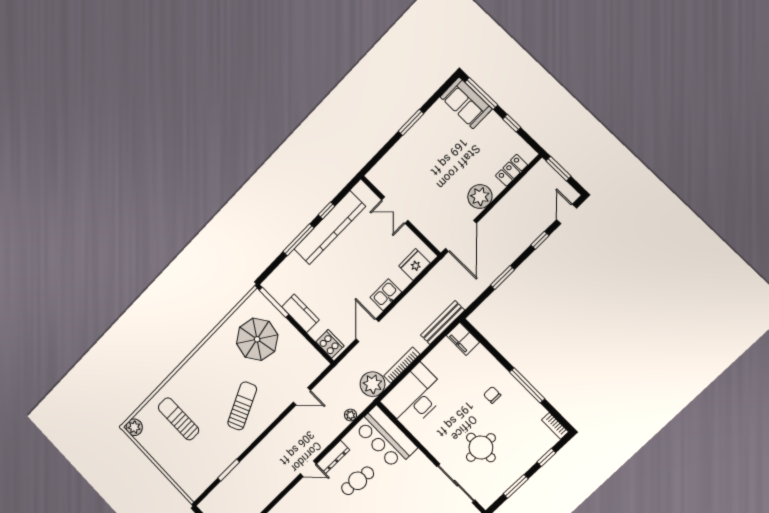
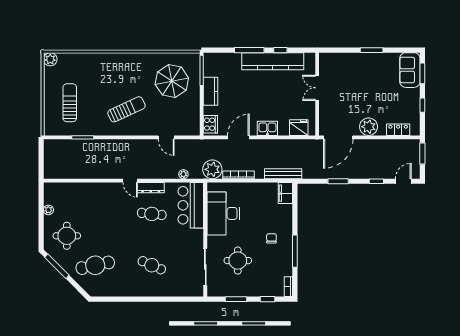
window: (481, 94) -> (422, 73), width x0.69
desk: (415, 397) -> (223, 213), moved, turned -90
sun lounger: (178, 419) -> (70, 103), moved

